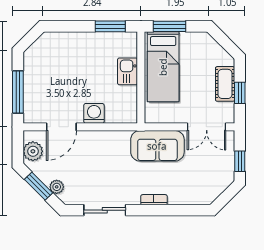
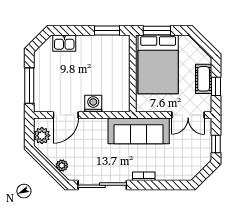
bed: (163, 67) -> (158, 64), width x1.50
kitchen sink: (128, 71) -> (64, 43), moved, turned -90
sofa: (157, 146) -> (139, 131), width x1.36
window: (38, 186) -> (47, 165), removed
sliding door: (105, 210) -> (102, 185), width x1.37

